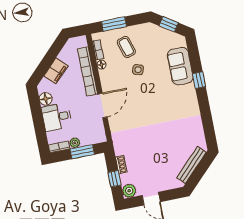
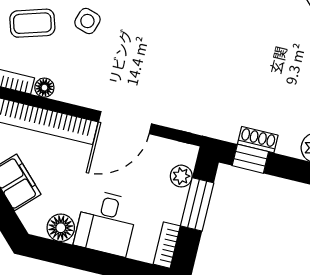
door: (103, 105) -> (125, 123), swing flipped
plant: (75, 143) -> (181, 176), moved
window: (115, 179) -> (250, 159), moved

